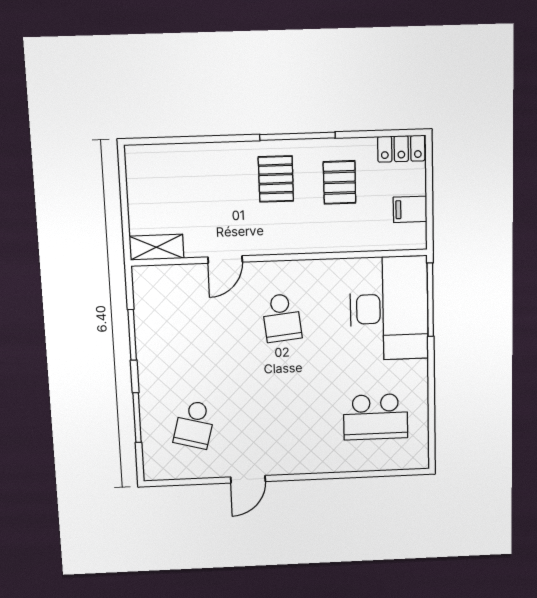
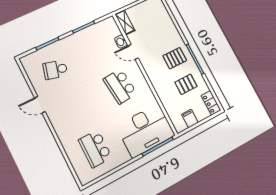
washbasin: (193, 274) -> (121, 42), added
school desk: (282, 318) -> (120, 86), width x1.85

